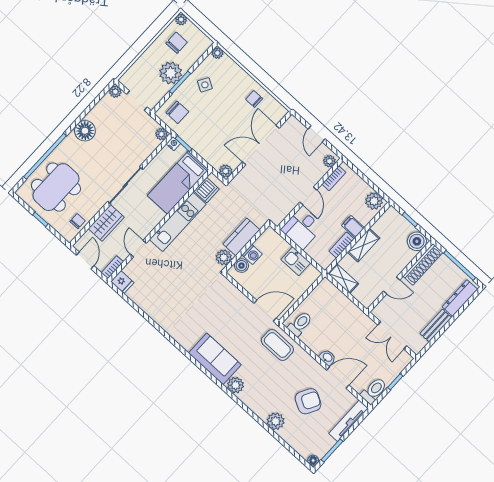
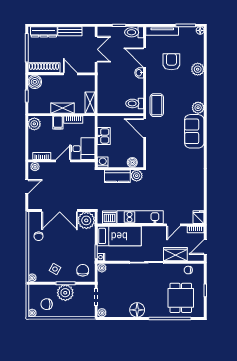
plant: (226, 171) -> (86, 220), width x1.87, depth x1.87
dining table: (56, 187) -> (181, 298), width x0.73
washing machine: (252, 255) -> (103, 162), moved
armchair: (308, 401) -> (171, 62), turned 61

